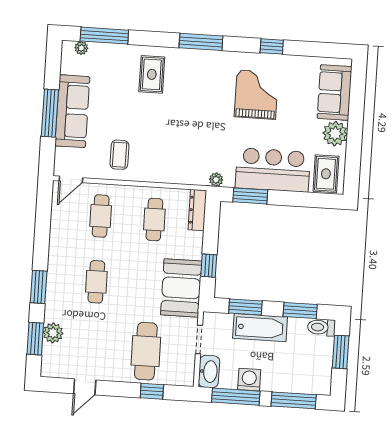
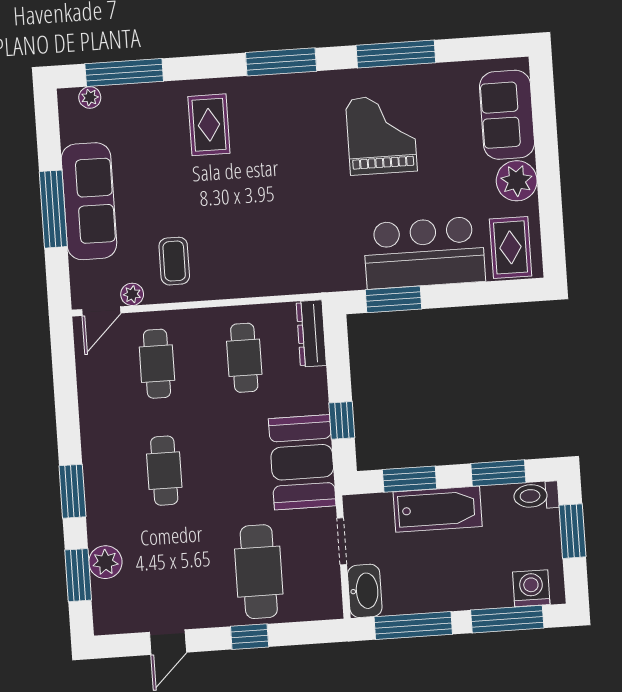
window: (272, 46) -> (396, 54), width x2.17
plant: (216, 180) -> (132, 294), moved
washing machine: (249, 380) -> (531, 588), moved
window: (152, 391) -> (250, 637), moved

